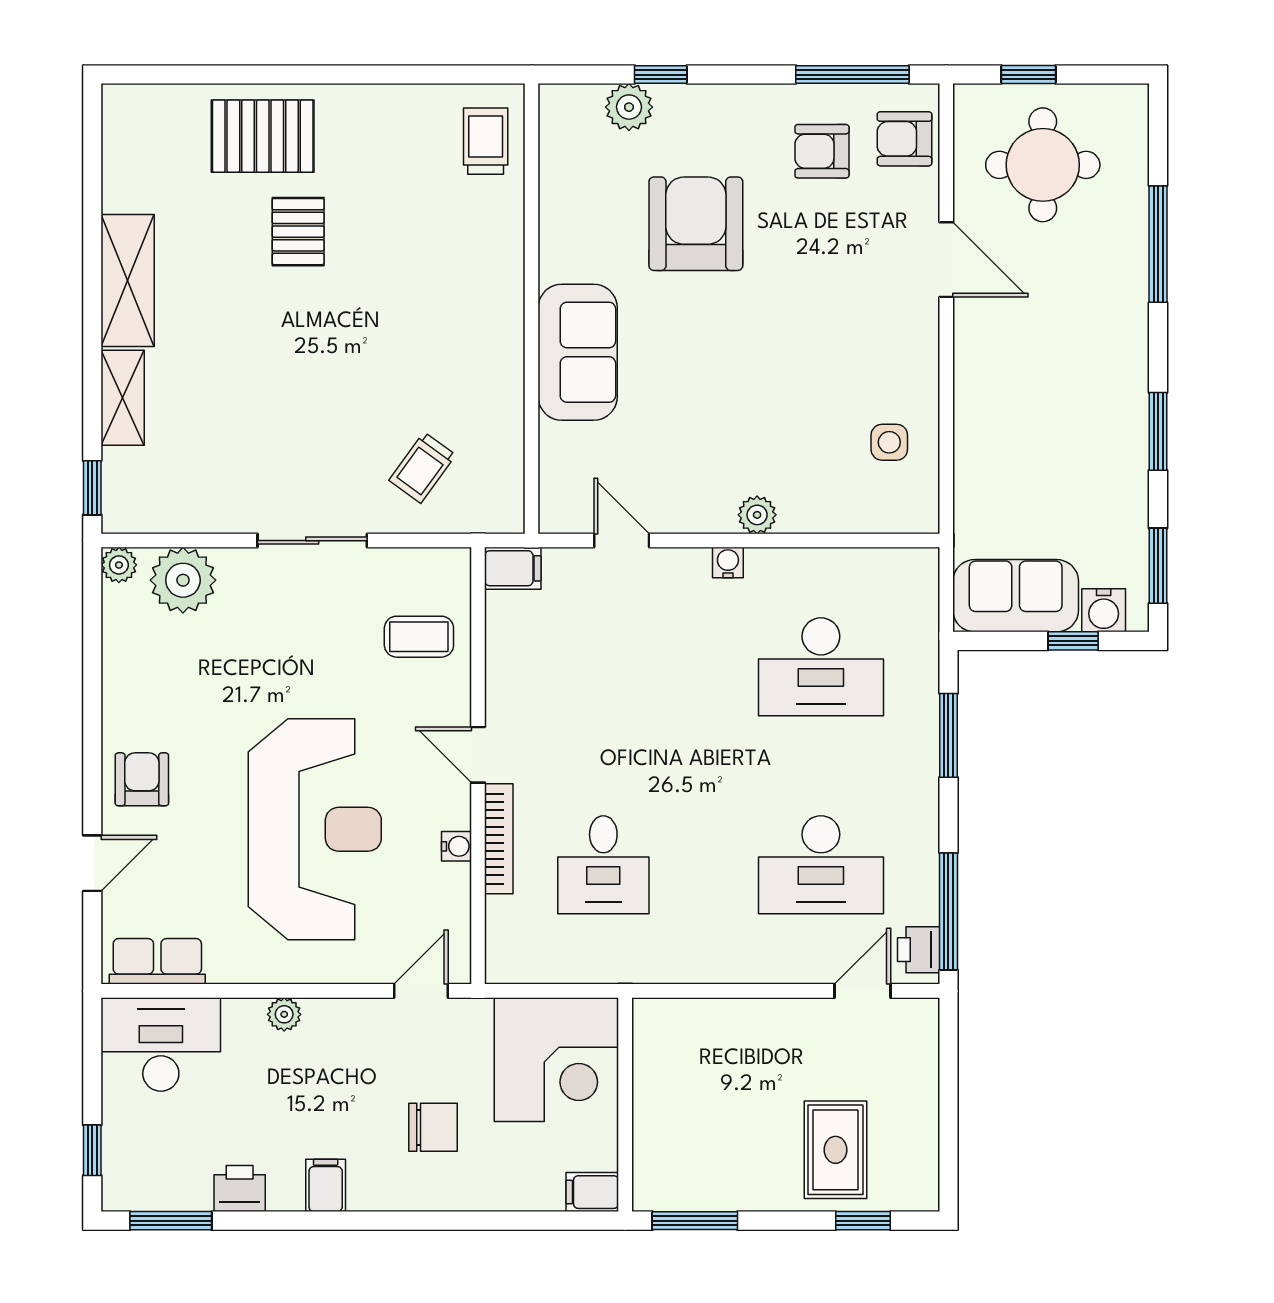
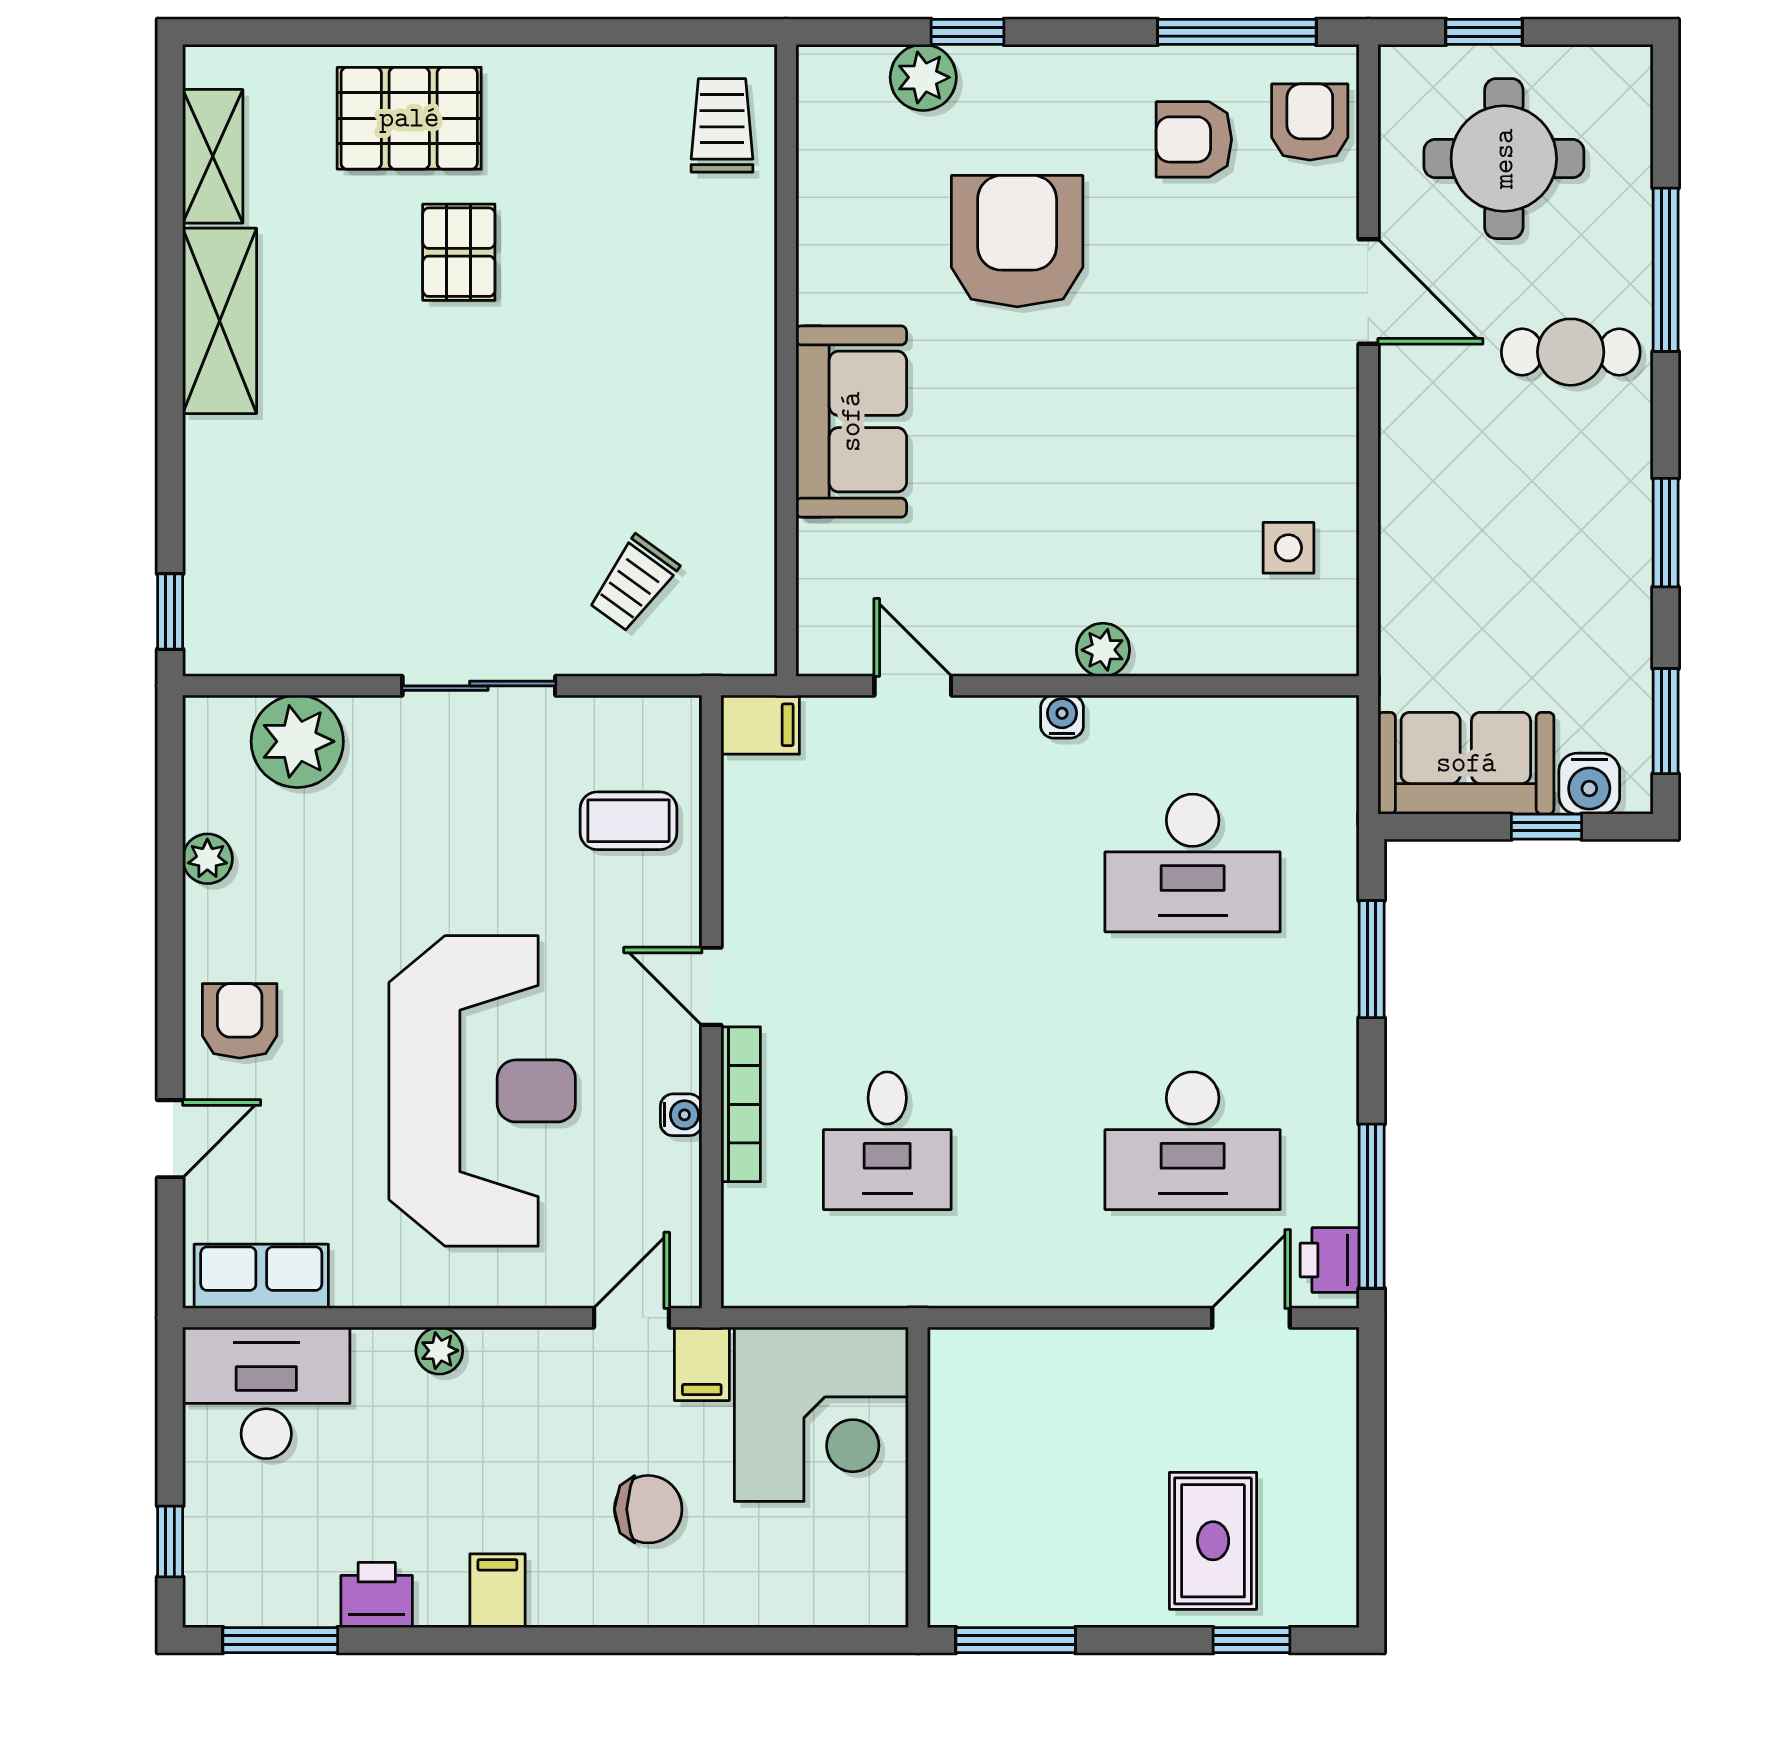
armchair: (905, 139) -> (1310, 122), turned 90
cafe table: (1090, 303) -> (1571, 352), added
shelving: (123, 398) -> (213, 156), moved
plant: (119, 565) -> (207, 859), moved
filing cabinet: (592, 1192) -> (702, 1364), moved, turned -90

